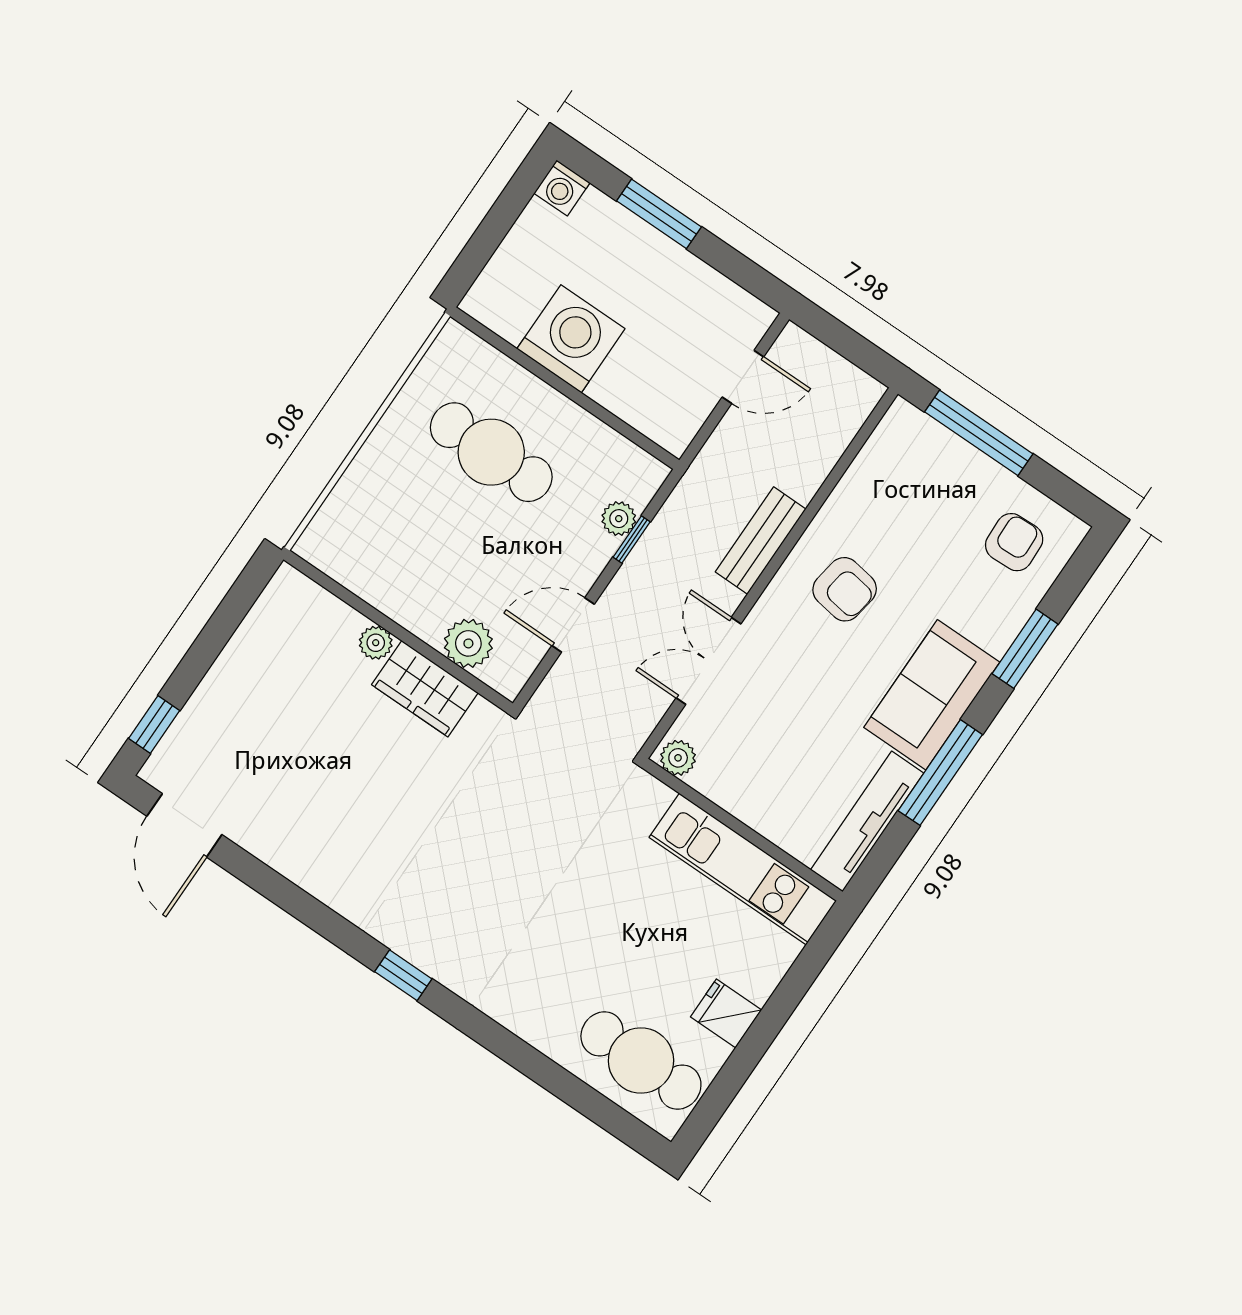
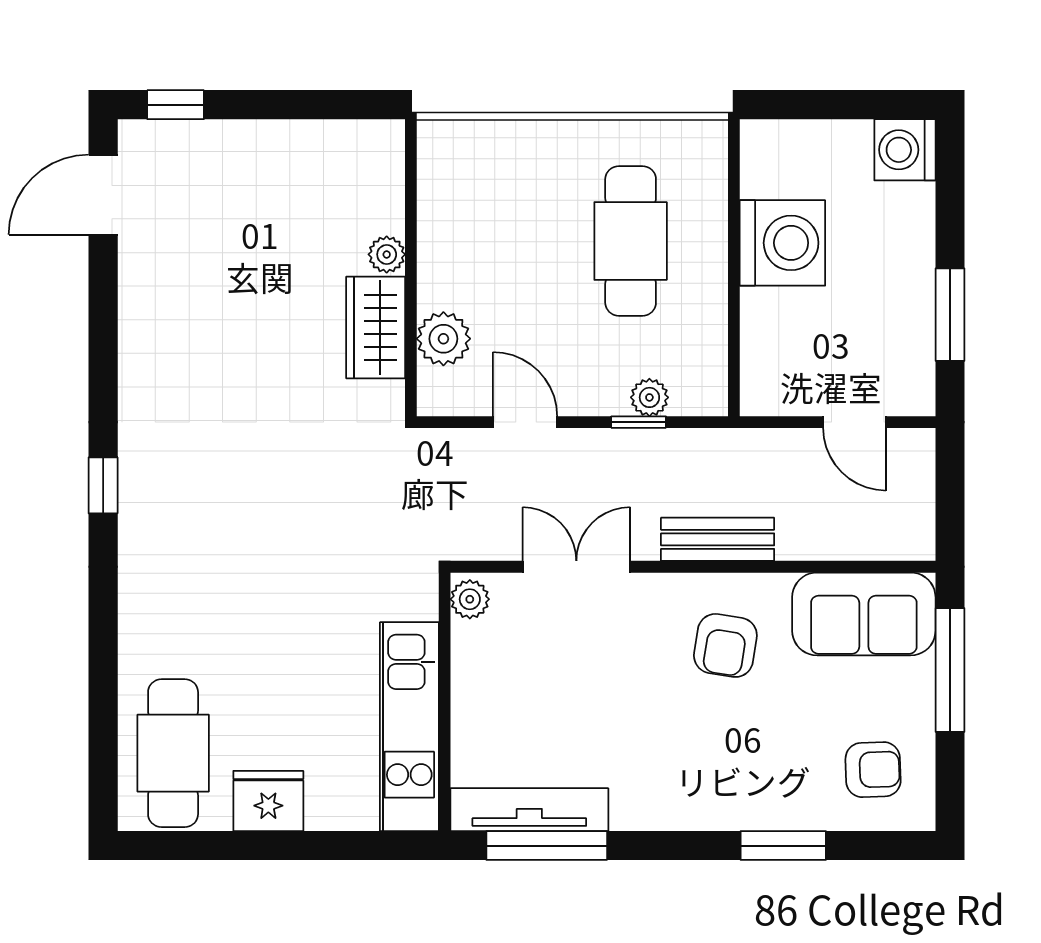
washing machine: (562, 188) -> (905, 150), width x1.38, depth x1.38
window: (659, 214) -> (950, 315), moved
sofa: (932, 695) -> (864, 614), moved, turned 180
window: (940, 773) -> (547, 846), moved
fridge: (726, 1013) -> (268, 801), width x1.38

